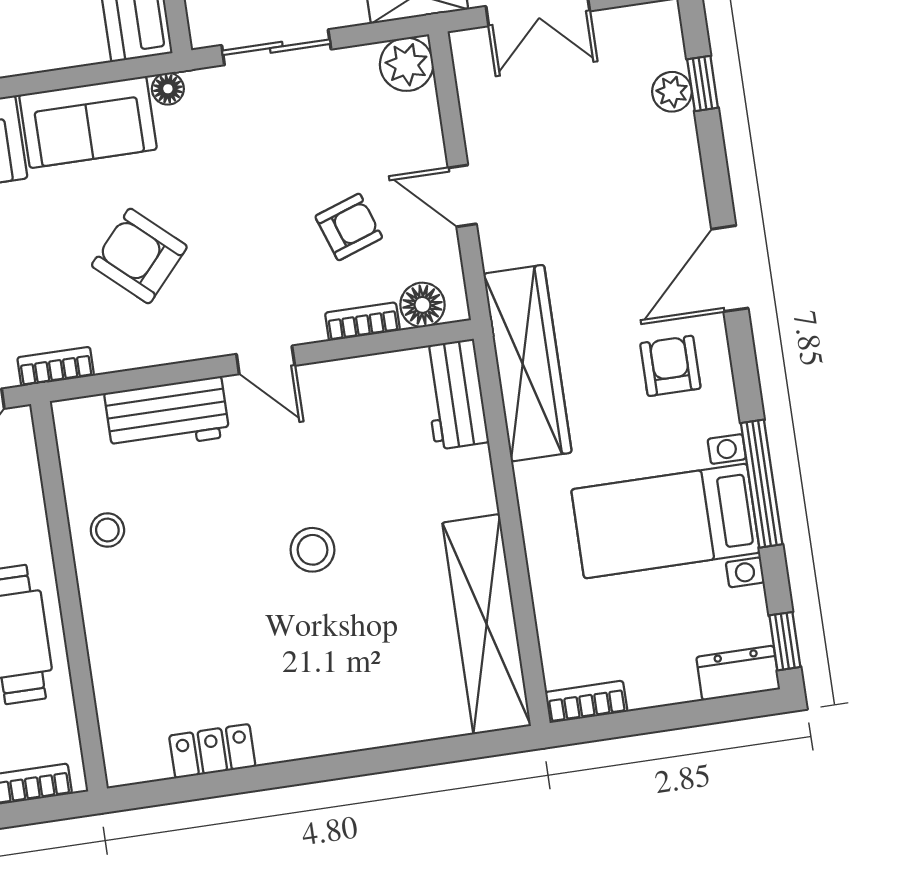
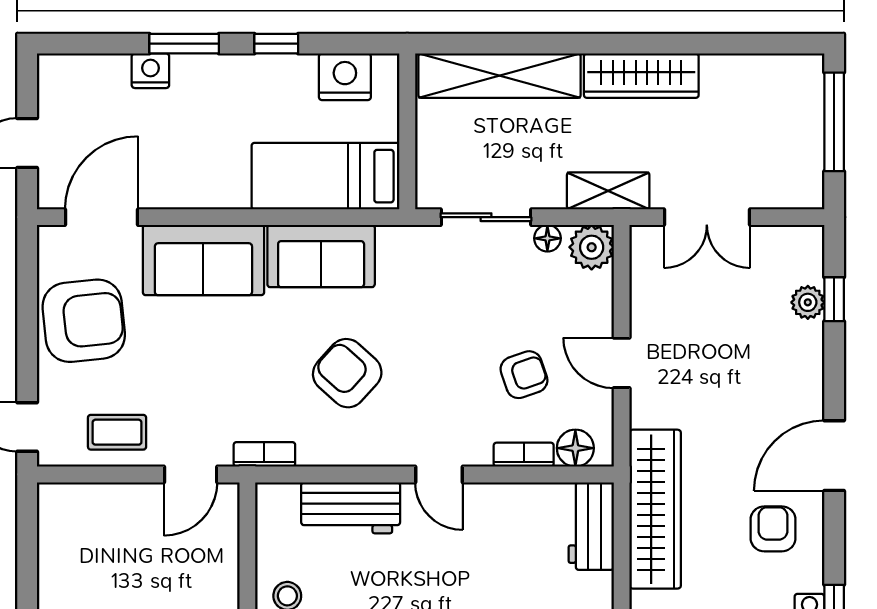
floor lamp: (168, 89) -> (547, 238), moved

